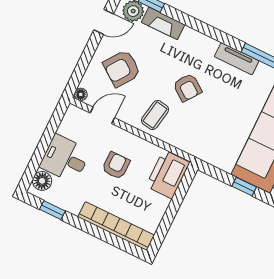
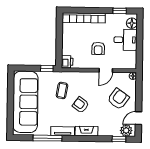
fireplace: (163, 23) -> (86, 131), moved
door: (102, 115) -> (106, 70), moved
coffee table: (155, 115) -> (62, 90), moved
printer: (168, 174) -> (67, 62), width x0.53, depth x0.68
window: (244, 187) -> (47, 68), moved

